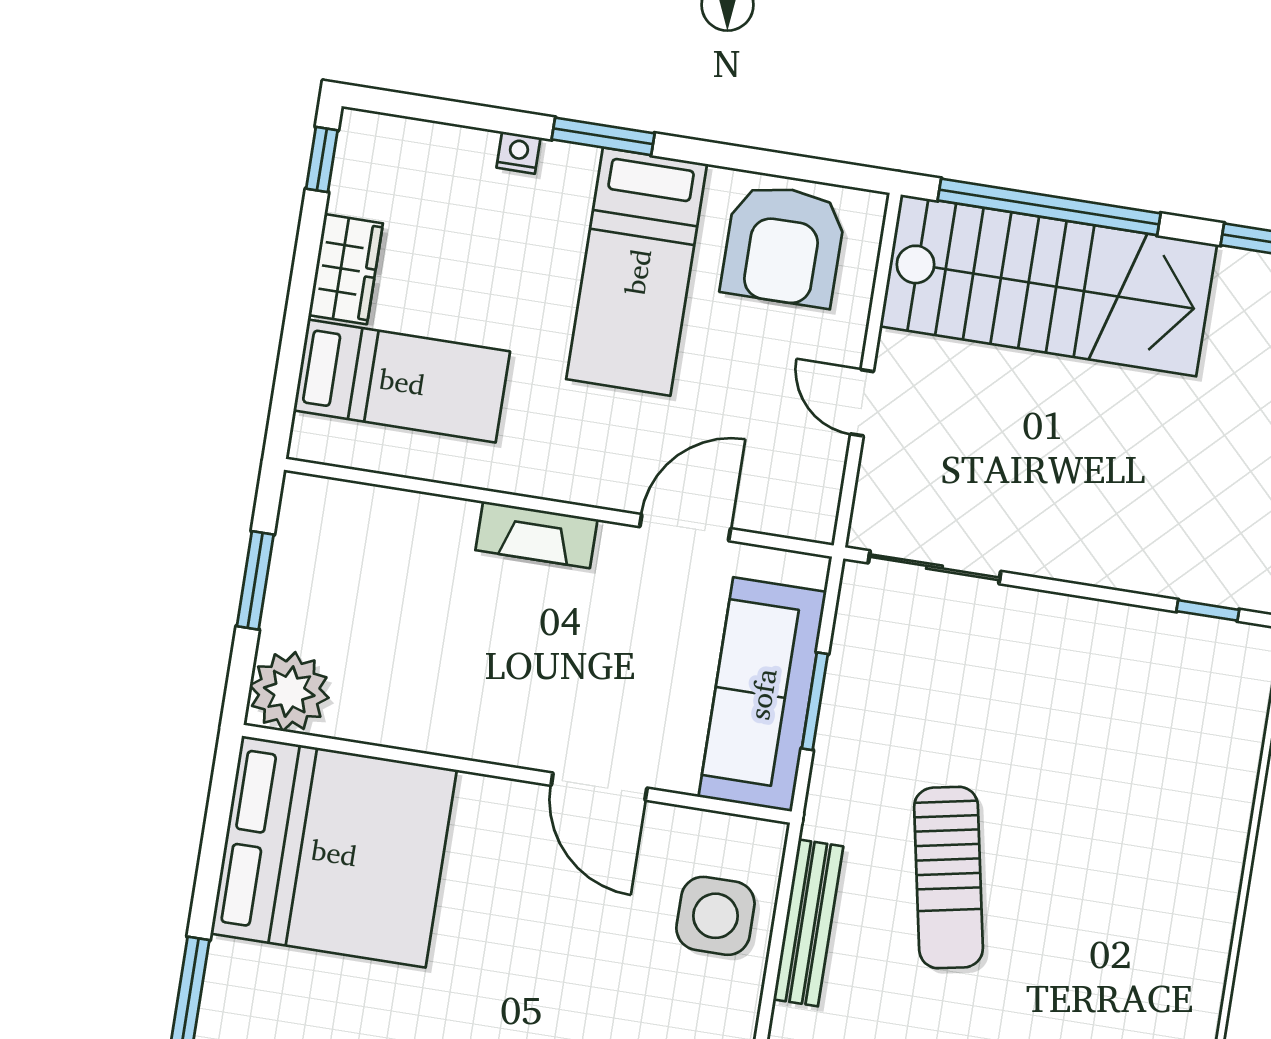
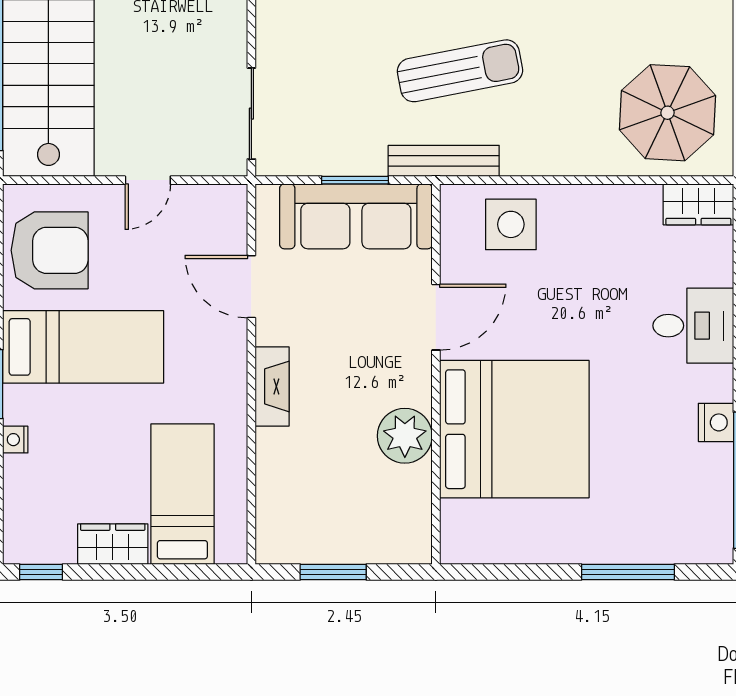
plant: (289, 692) -> (405, 436), moved
bed: (334, 852) -> (514, 429), moved, turned 90
bench: (808, 923) -> (444, 161), moved

